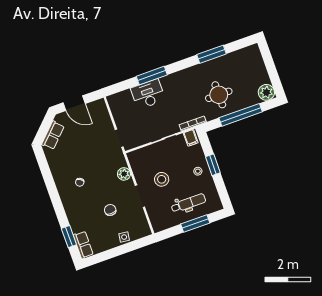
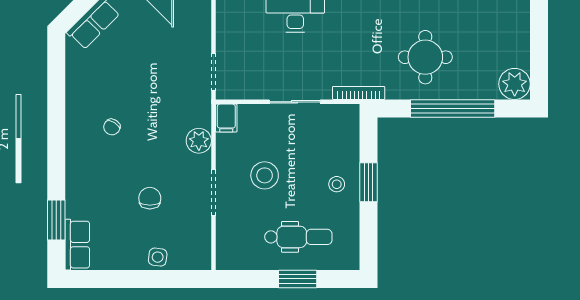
filing cabinet: (191, 138) -> (226, 118), moved
window: (195, 224) -> (298, 279), width x0.69

